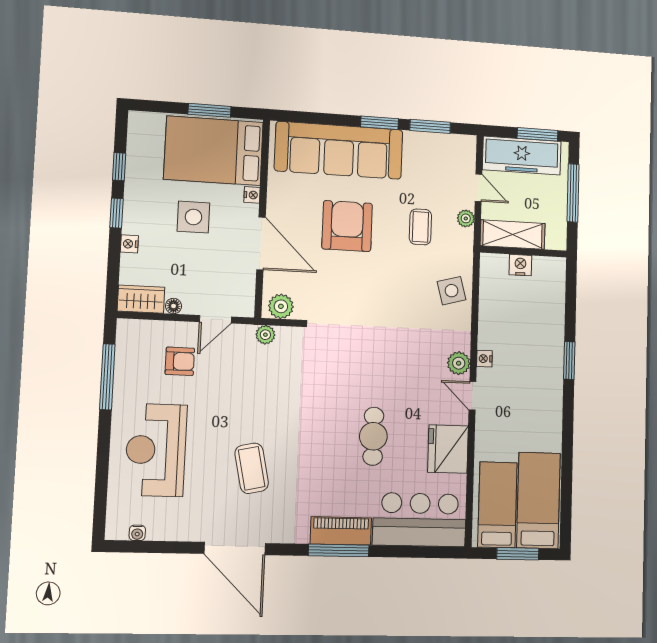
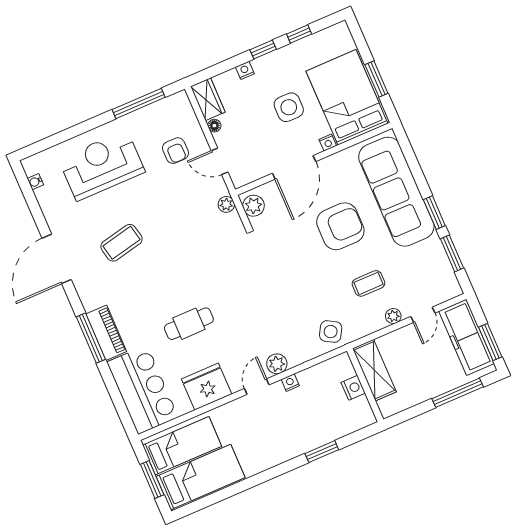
shelving: (513, 235) -> (374, 370), moved
wall: (523, 252) -> (365, 385), moved
nightstand: (520, 265) -> (353, 388), moved
side table: (452, 291) -> (331, 332), turned 45

